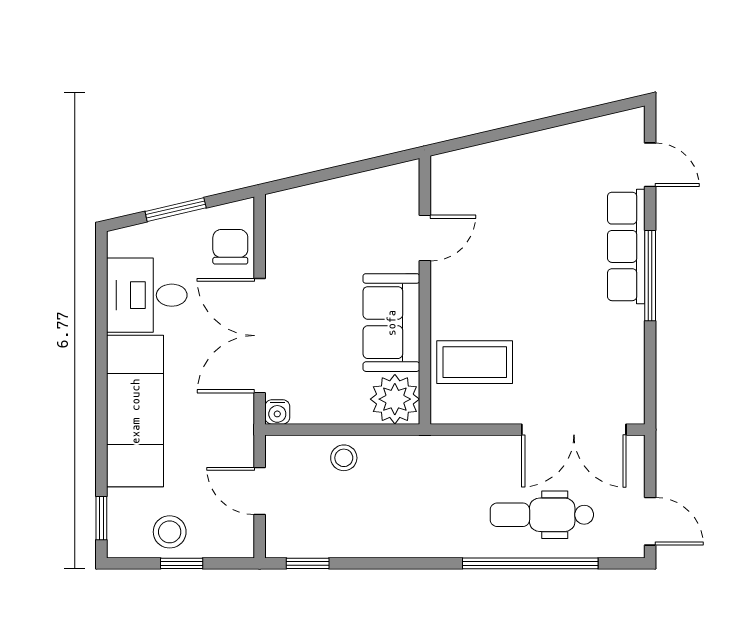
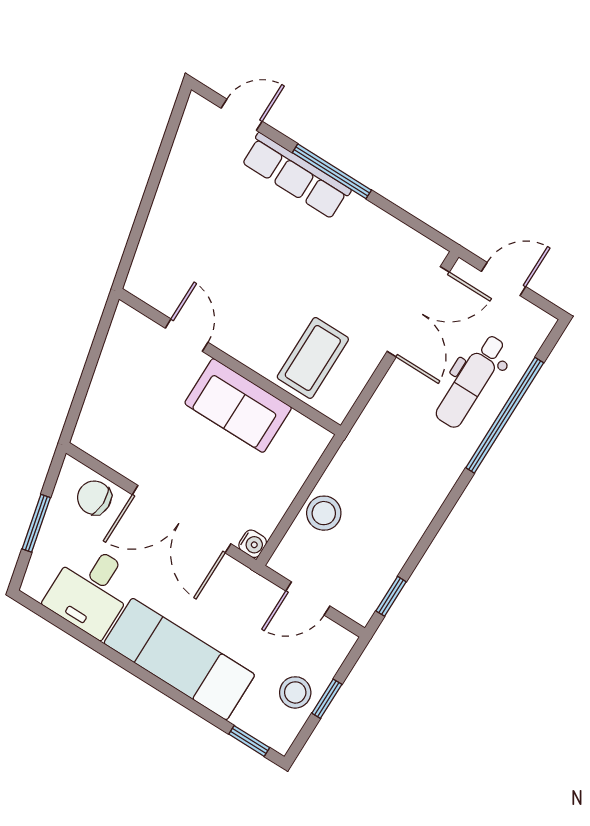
plant: (395, 399) -> (302, 442), removed
stool: (344, 458) -> (324, 513), width x1.37, depth x1.37
door: (650, 521) -> (504, 279), moved

